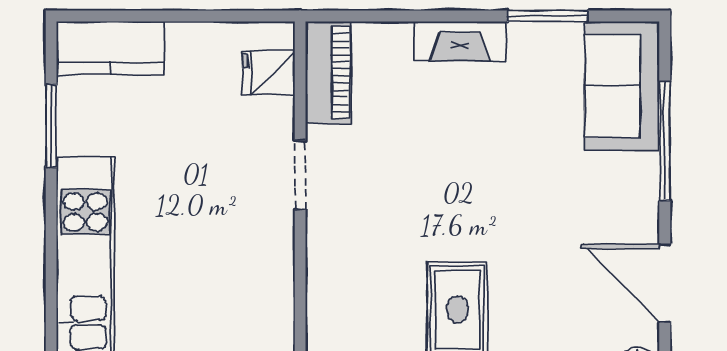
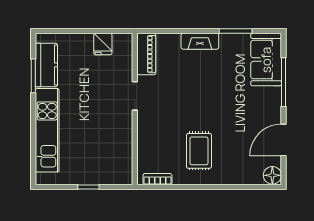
kitchen counter: (110, 48) -> (46, 65), moved, turned -90
fridge: (268, 73) -> (103, 44), moved, turned -90
door: (665, 283) -> (284, 140), hinge flipped

